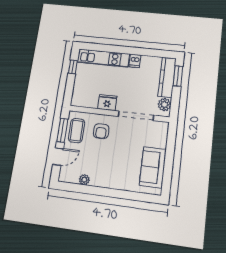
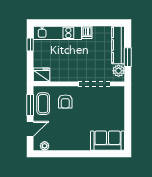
window: (178, 76) -> (128, 57), moved
fridge: (107, 103) -> (42, 75), moved
sofa: (153, 167) -> (108, 141), moved, turned 90
plant: (84, 180) -> (45, 146), moved

